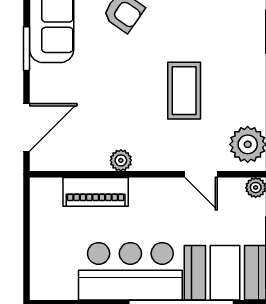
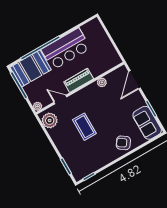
plant: (121, 160) -> (102, 82), moved
piano: (96, 192) -> (79, 80), moved

